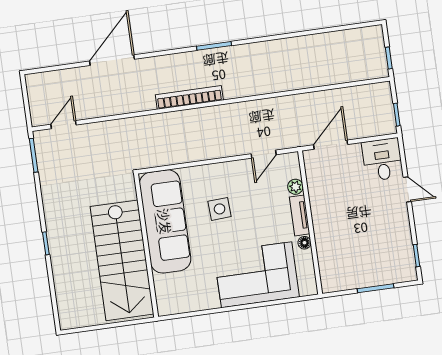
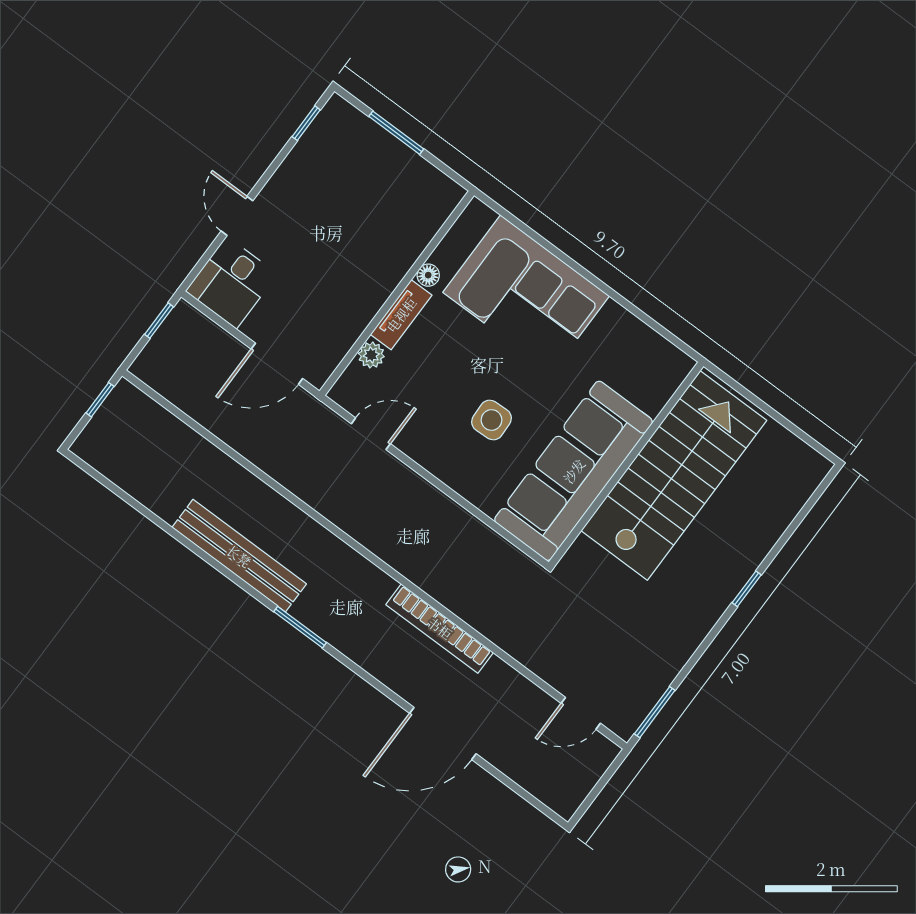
bench: (268, 50) -> (239, 556), added
bookcase: (189, 97) -> (440, 628), moved

